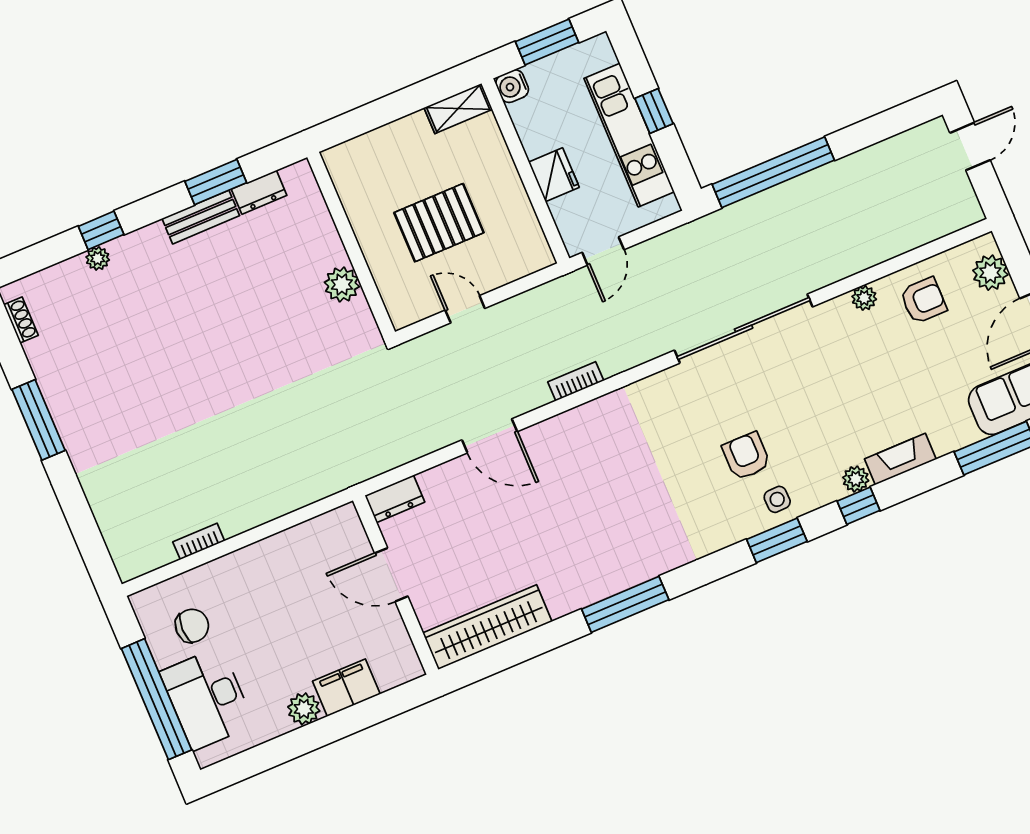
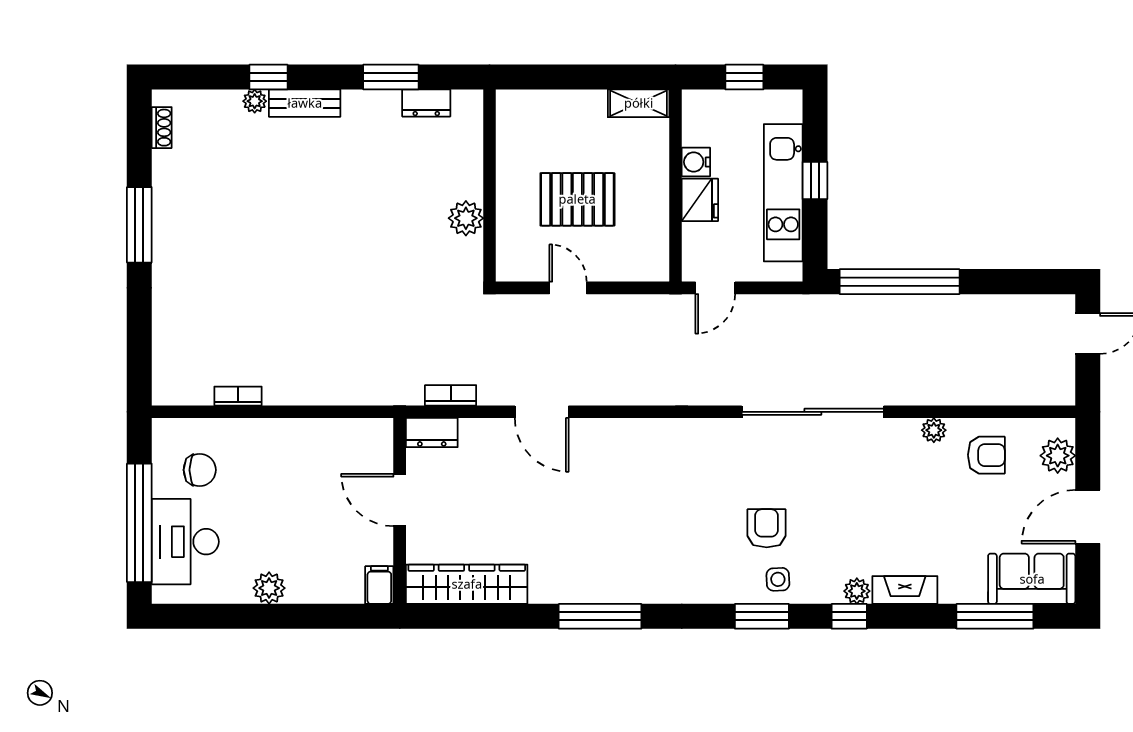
window: (547, 42) -> (744, 77), width x0.67
water cooler: (512, 86) -> (696, 162), moved
bench: (201, 217) -> (305, 103), moved
bookcase: (576, 381) -> (451, 395), moved
filing cabinet: (346, 688) -> (379, 585), moved, width x0.50

